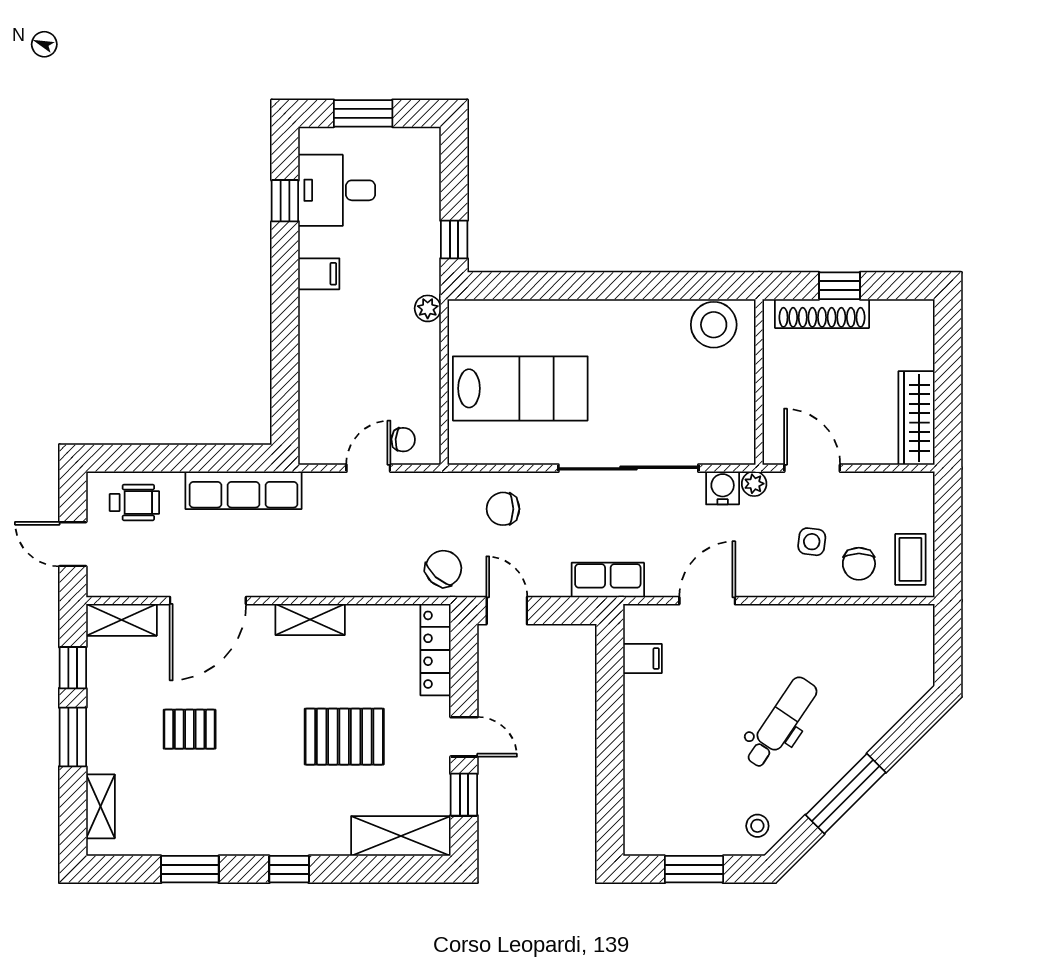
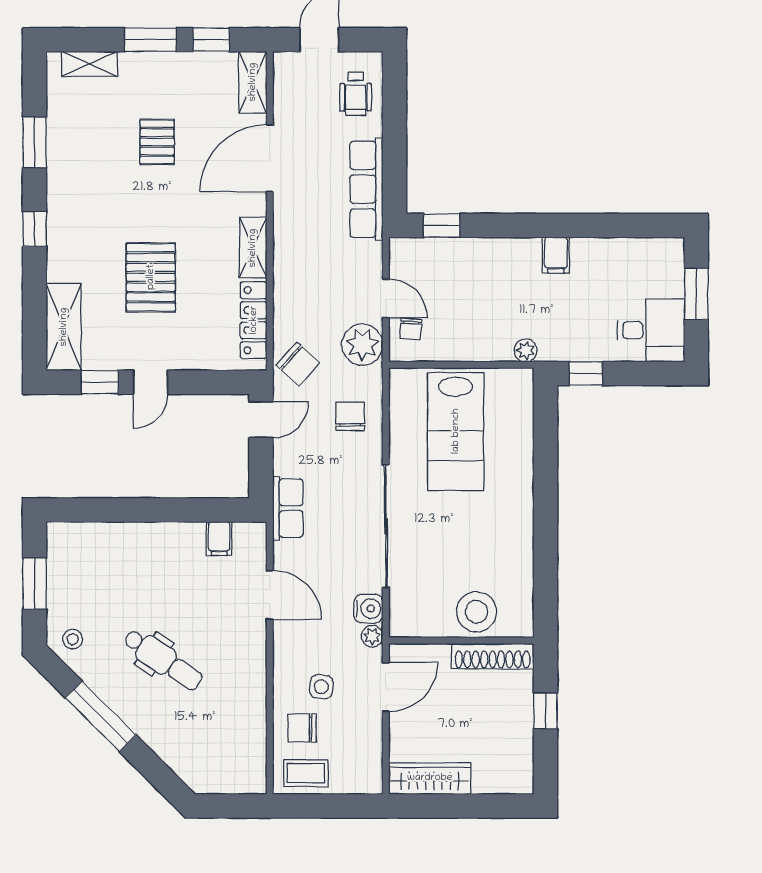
desk: (337, 190) -> (651, 330), moved, turned 90
window: (285, 201) -> (442, 225), moved
shoe rack: (822, 314) -> (493, 656), moved, turned -90
stool: (714, 325) -> (477, 612), moved
plant: (421, 495) -> (362, 345), added
door: (208, 601) -> (270, 158), hinge flipped
locker: (436, 650) -> (254, 320), moved, turned -90

